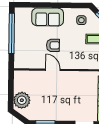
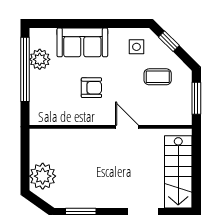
plant: (21, 27) -> (40, 59), added
door: (53, 70) -> (127, 127), moved

